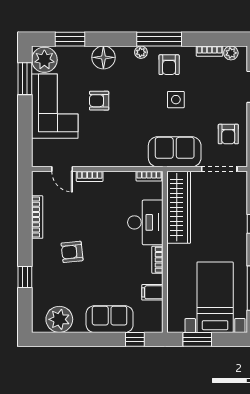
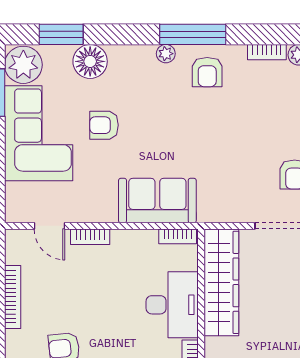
floor lamp: (103, 57) -> (90, 61), moved
side table: (176, 100) -> (217, 124), removed
sofa: (175, 152) -> (157, 201), moved

